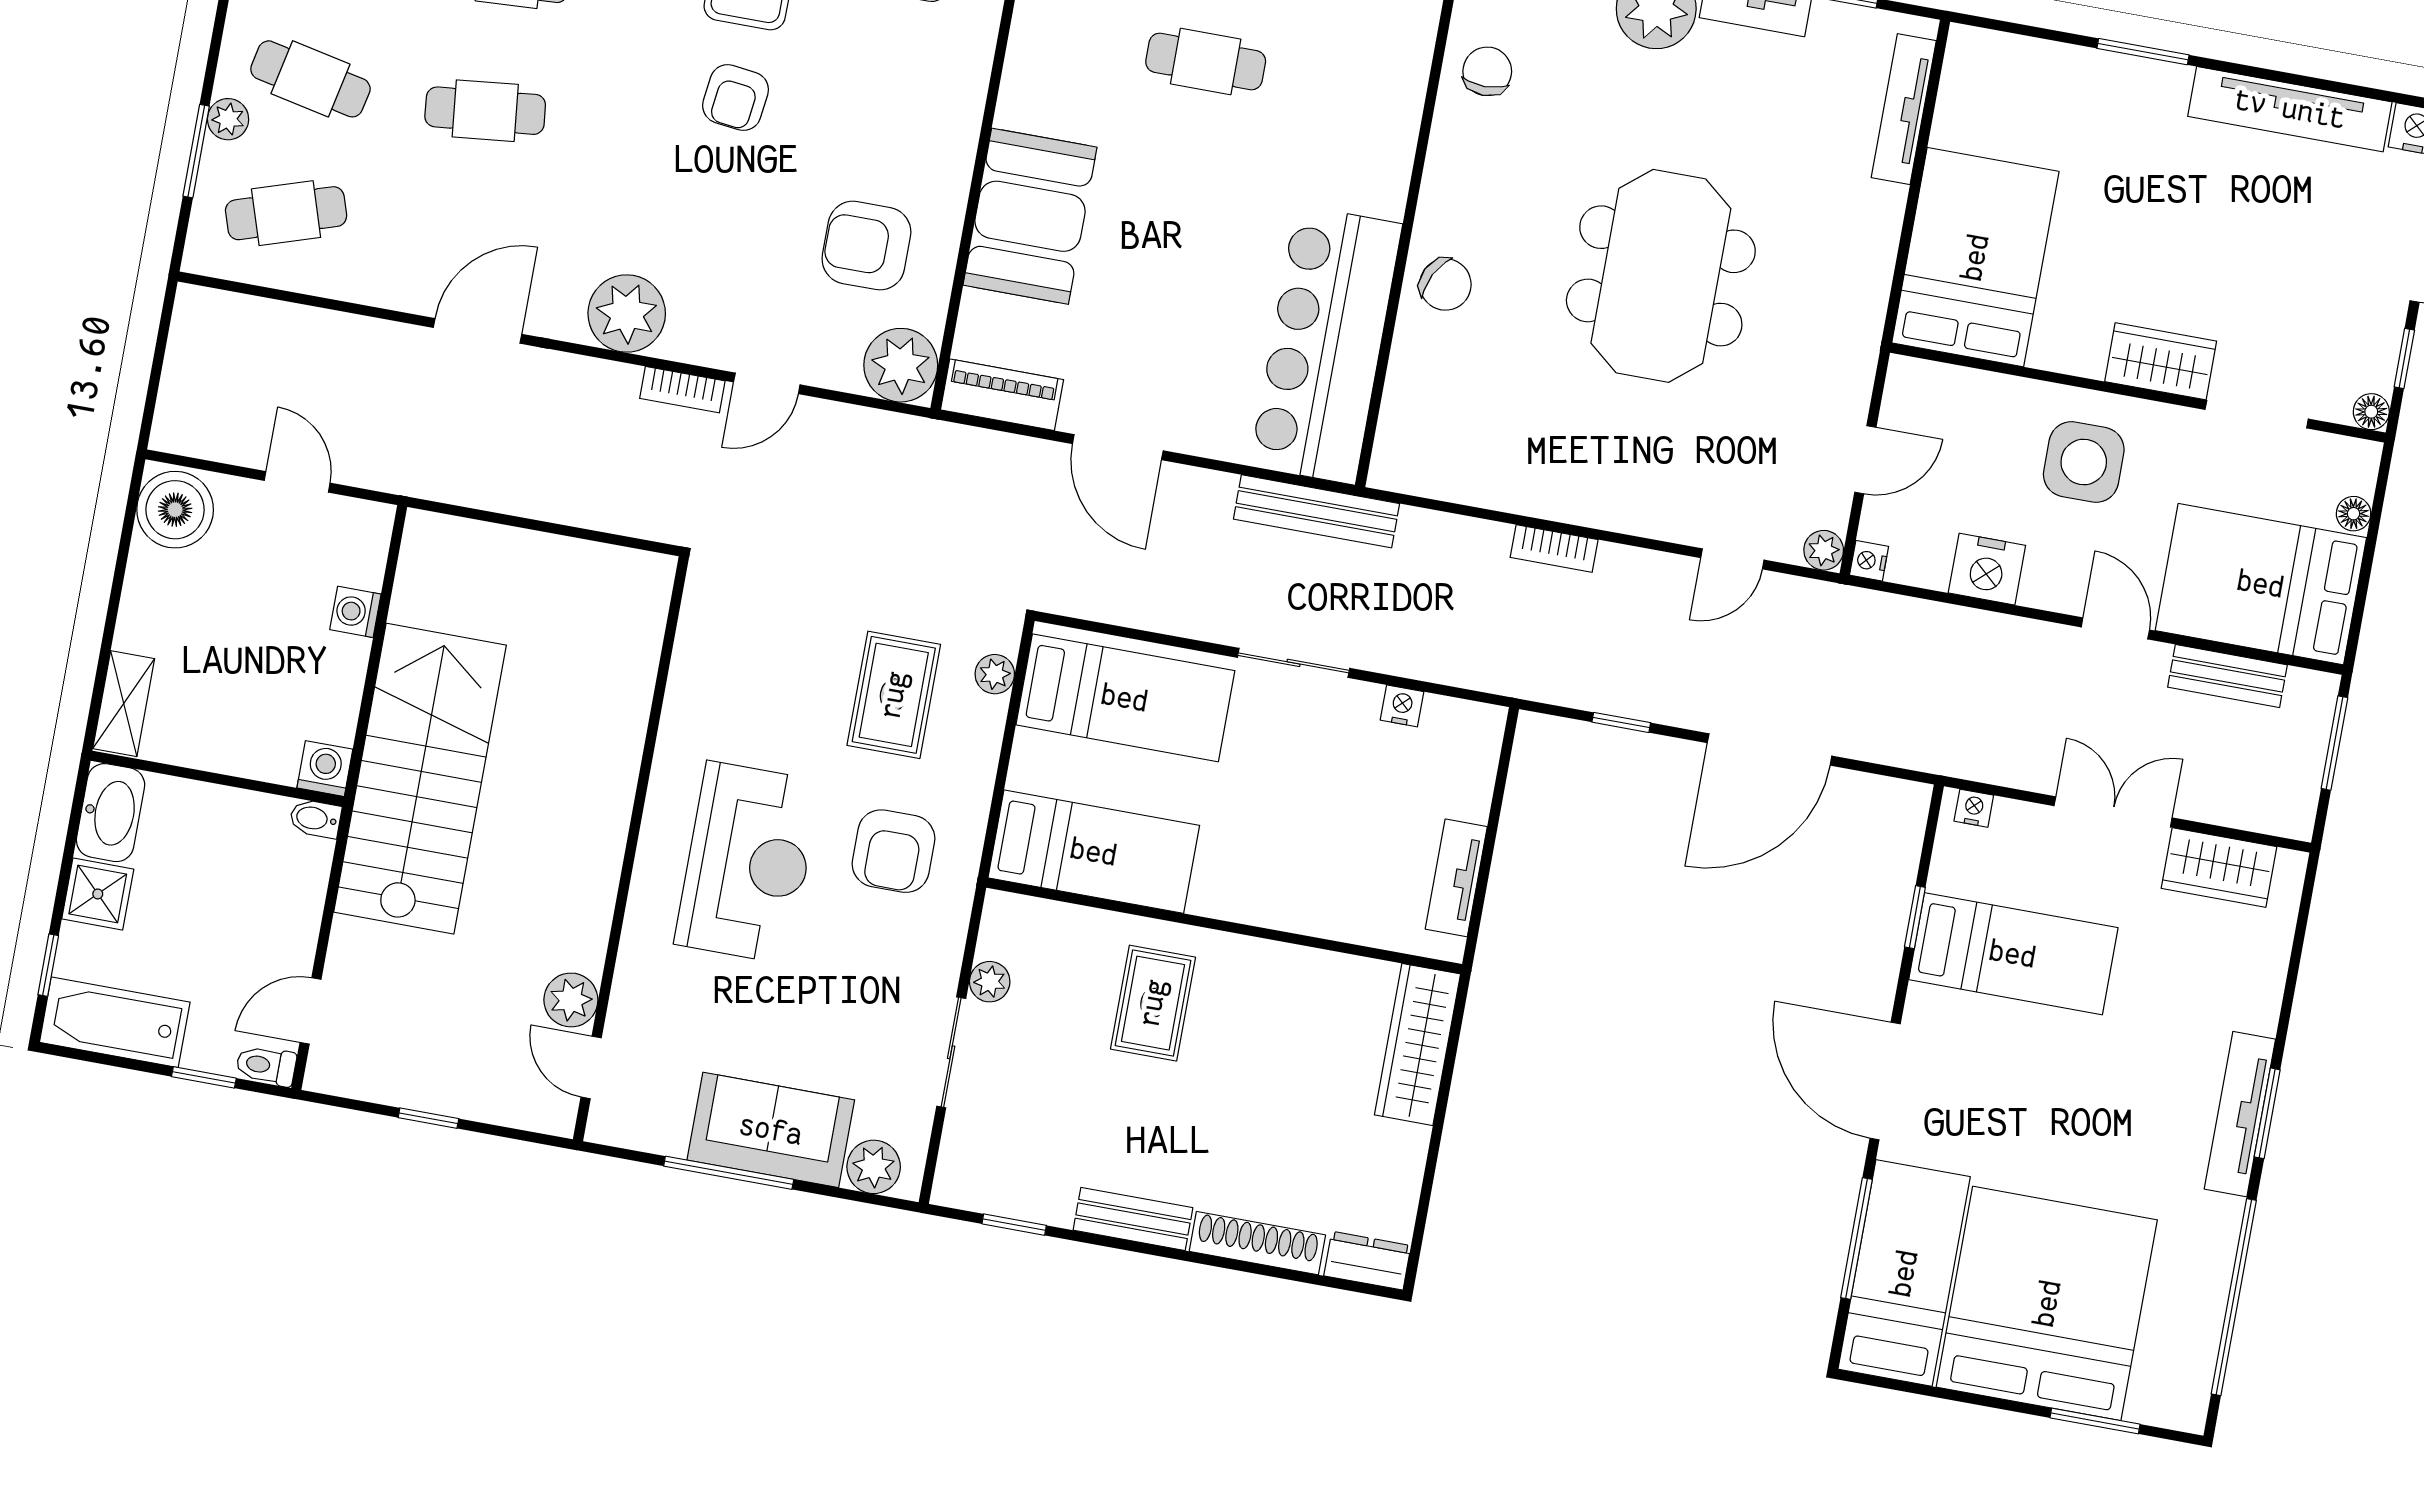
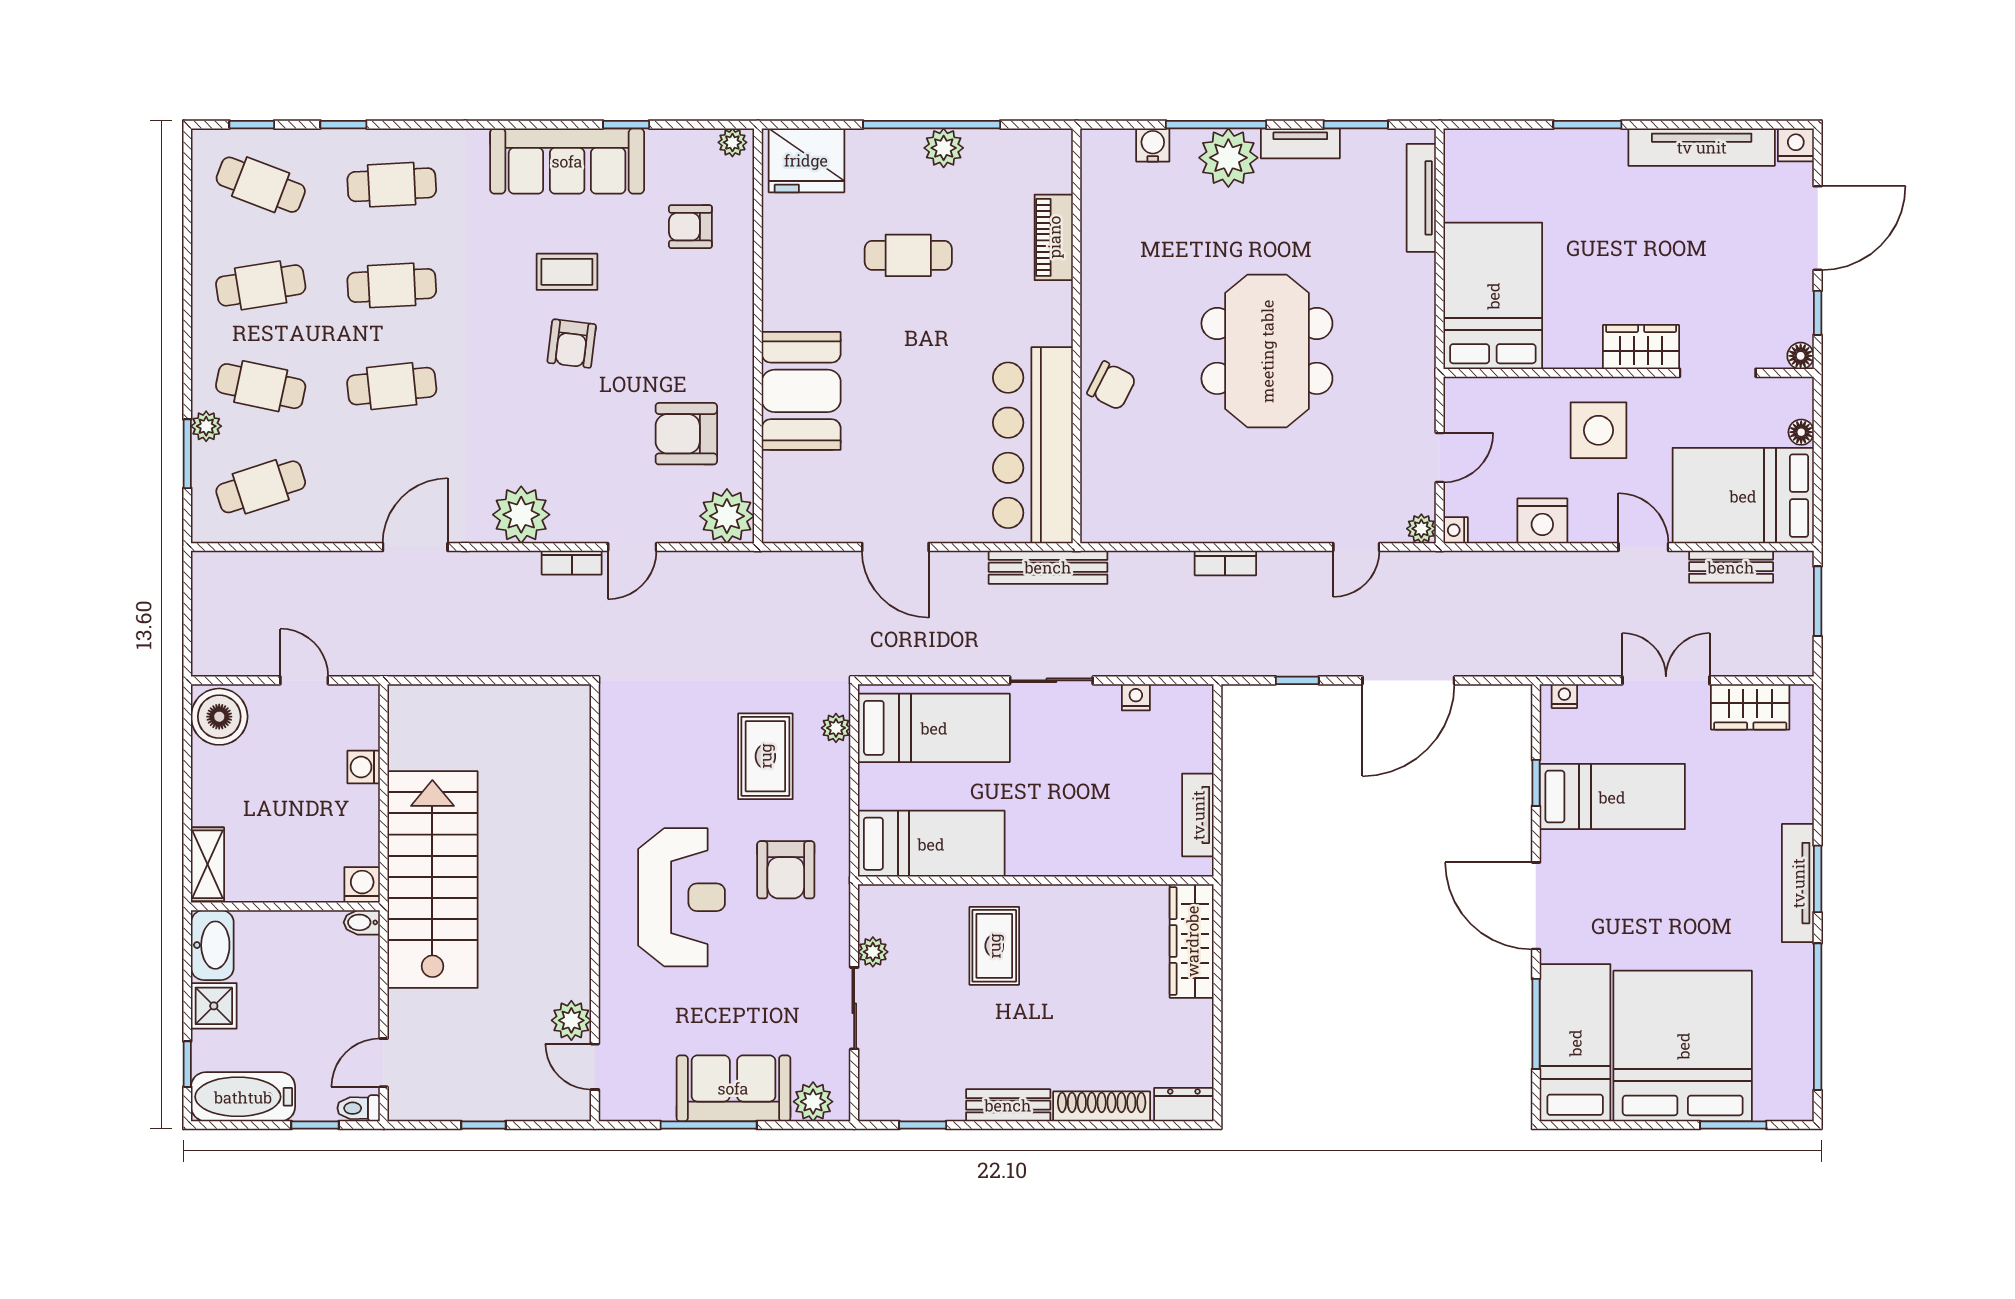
chair: (1487, 71) -> (1114, 225), removed
piano: (1002, 395) -> (1054, 237), moved, turned -90

